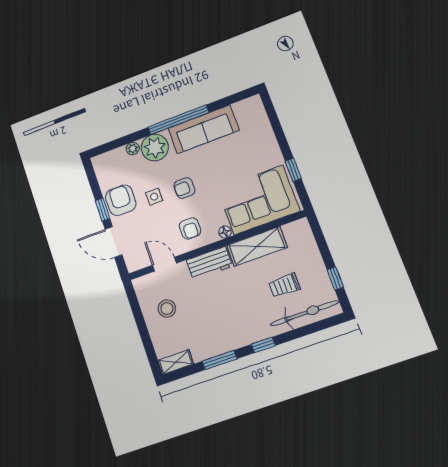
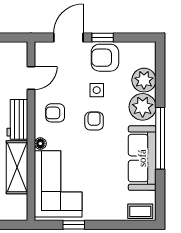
coffee table: (256, 111) -> (140, 211), added
plant: (133, 149) -> (144, 80), width x1.88, depth x1.88
armchair: (121, 200) -> (105, 58), turned 180

